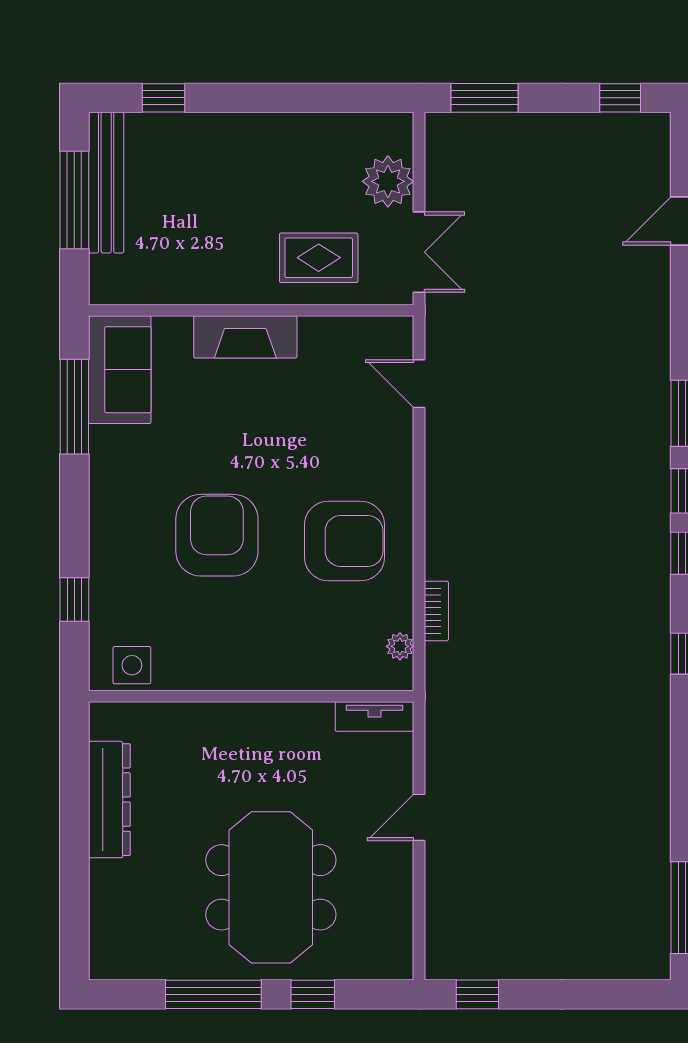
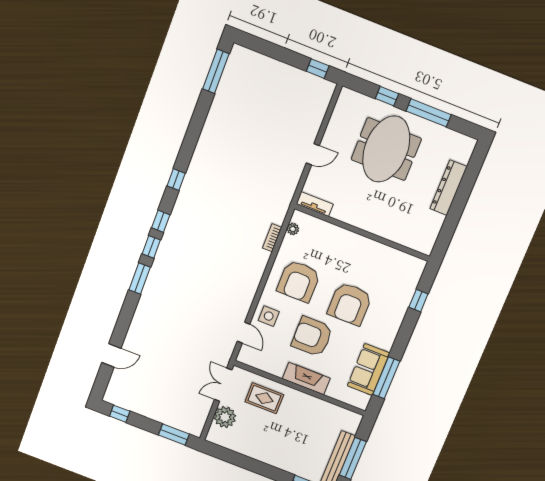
sofa: (120, 370) -> (368, 370), moved
armchair: (269, 433) -> (312, 337), added
armchair: (344, 541) -> (299, 281), turned -90
side table: (132, 665) -> (269, 316), moved
dresser: (109, 800) -> (448, 188), moved

